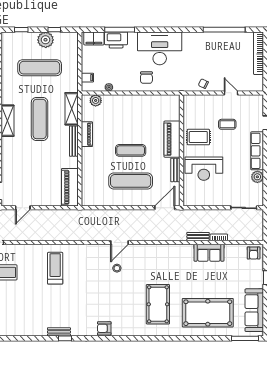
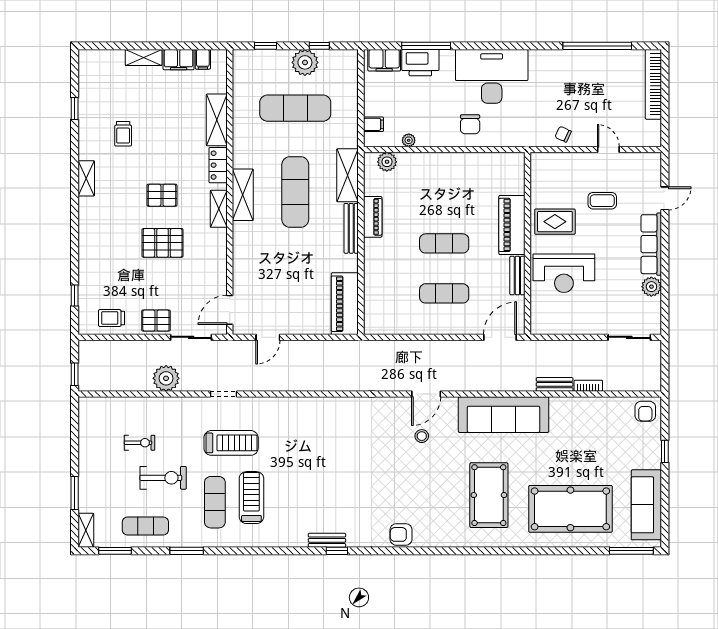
exercise mat: (131, 181) -> (444, 293), width x0.73, depth x0.69
sofa: (209, 253) -> (504, 415), moved, width x1.85, depth x1.27
treadmill: (55, 268) -> (251, 498), moved

